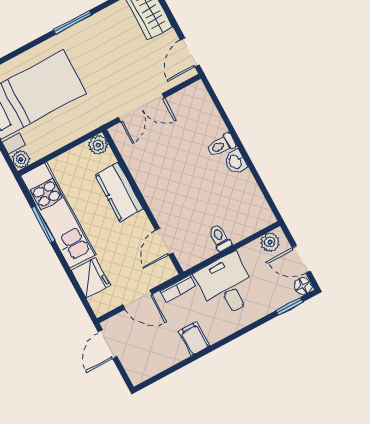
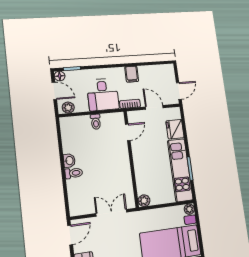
kitchen counter: (119, 192) -> (142, 170), removed

